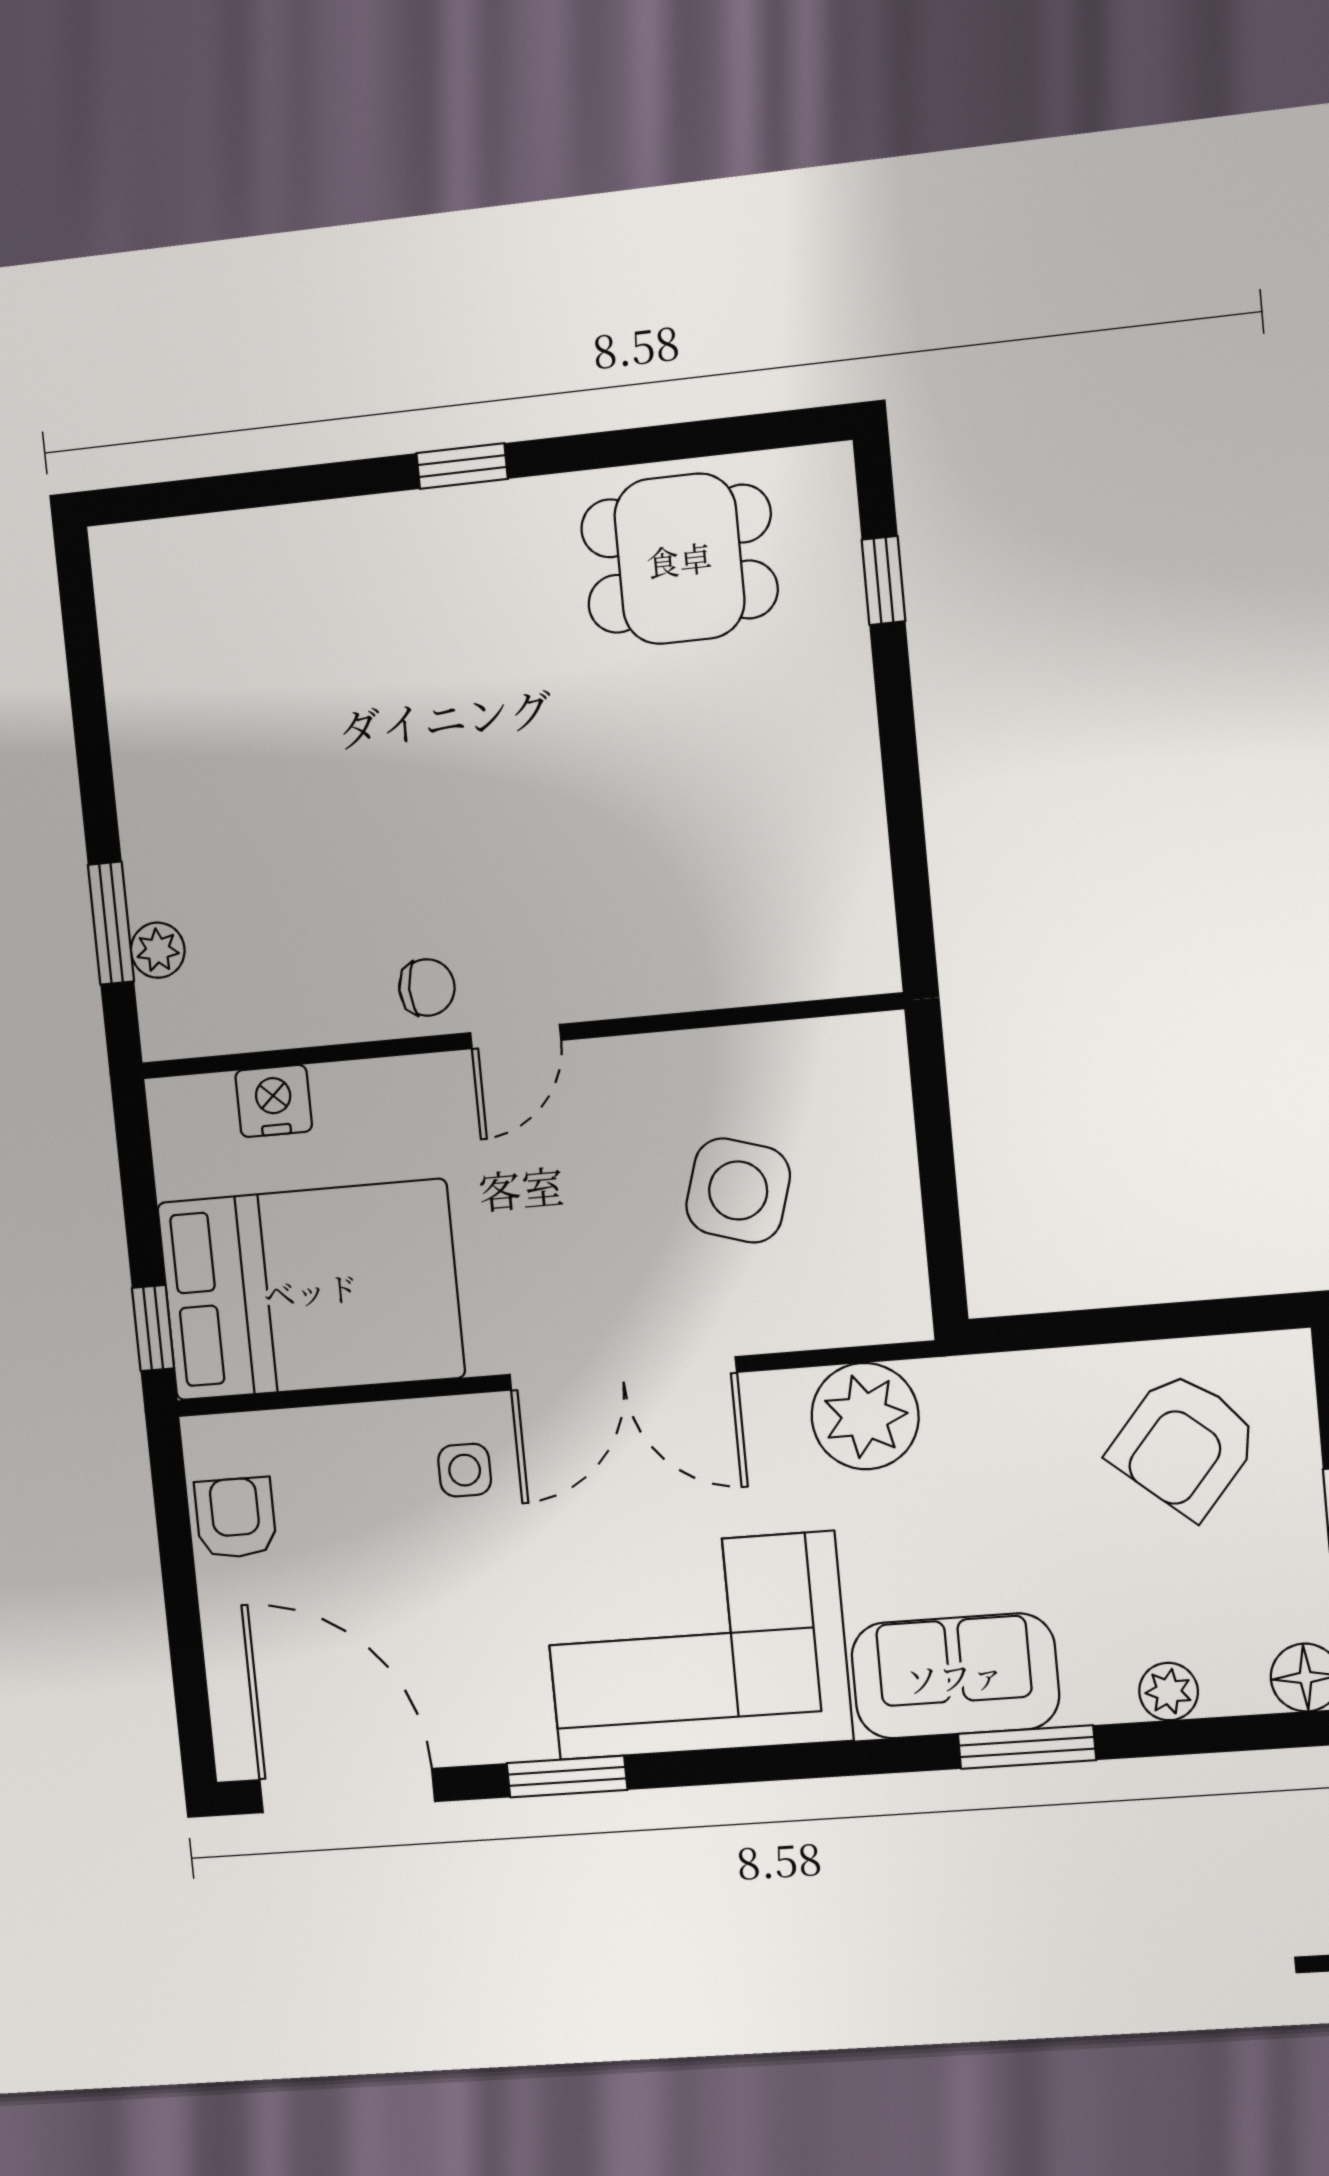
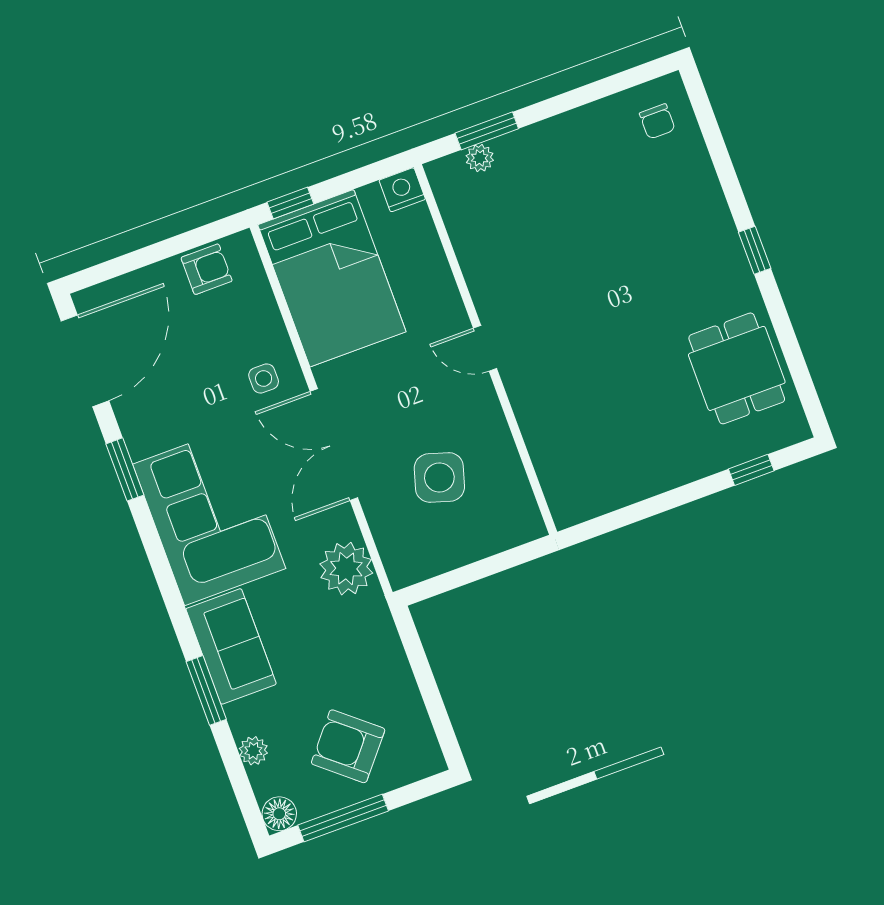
chair: (427, 987) -> (657, 121), moved
nightstand: (274, 1101) -> (402, 190), moved, turned -90
armchair: (1184, 1444) -> (348, 746), moved

